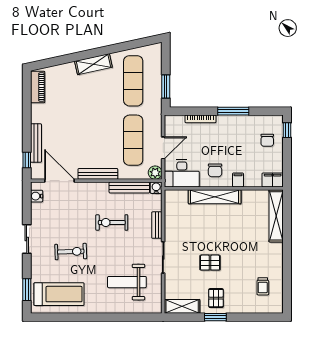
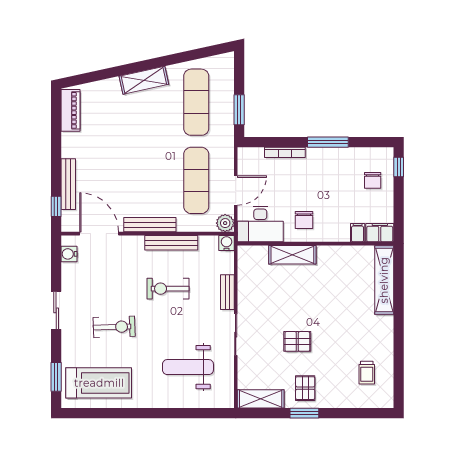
filing cabinet: (238, 180) -> (358, 233), moved
bench: (129, 188) -> (171, 243), moved
shelving: (215, 197) -> (292, 255), width x0.68

